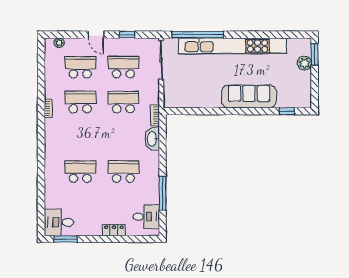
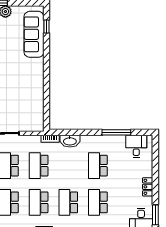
sofa: (249, 96) -> (34, 34), moved
school desk: (80, 137) -> (68, 202), added
locker: (114, 230) -> (148, 187), moved

